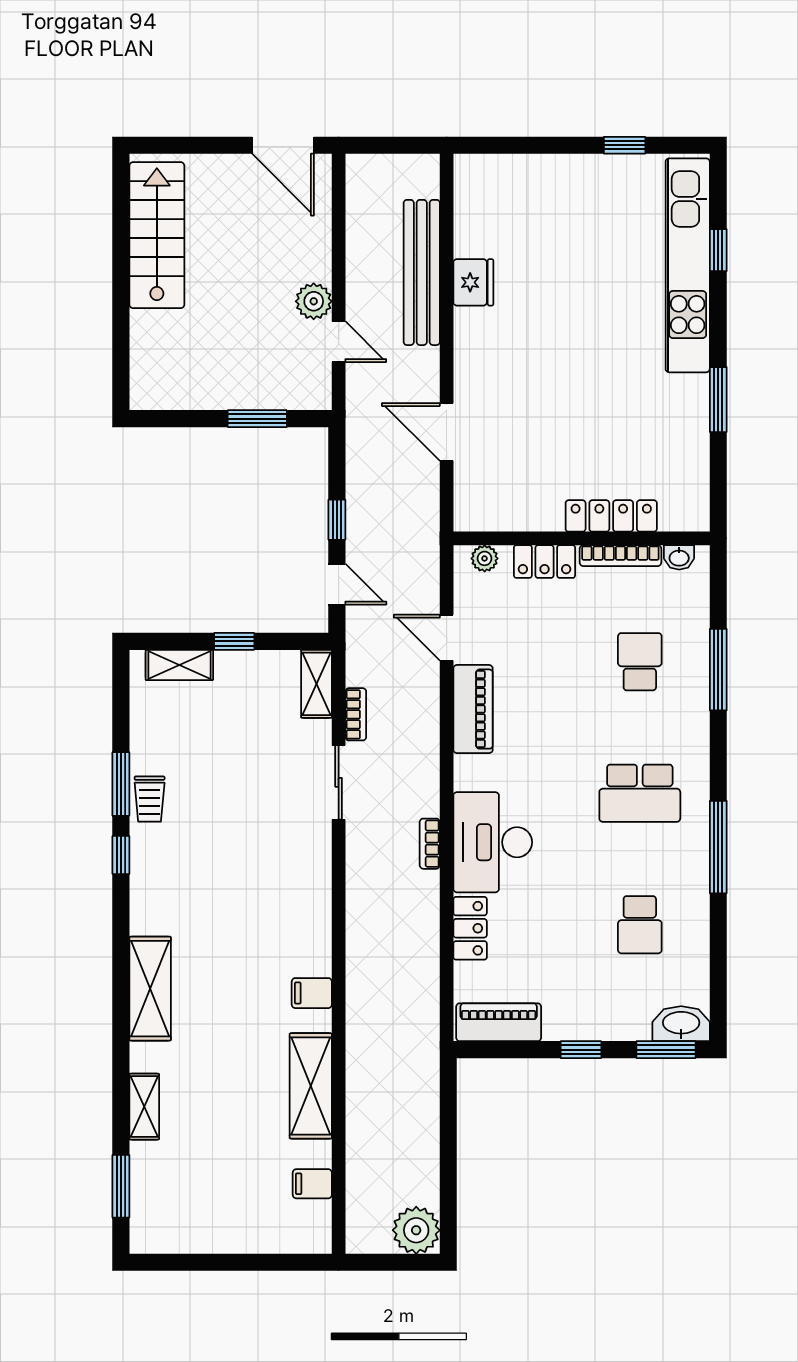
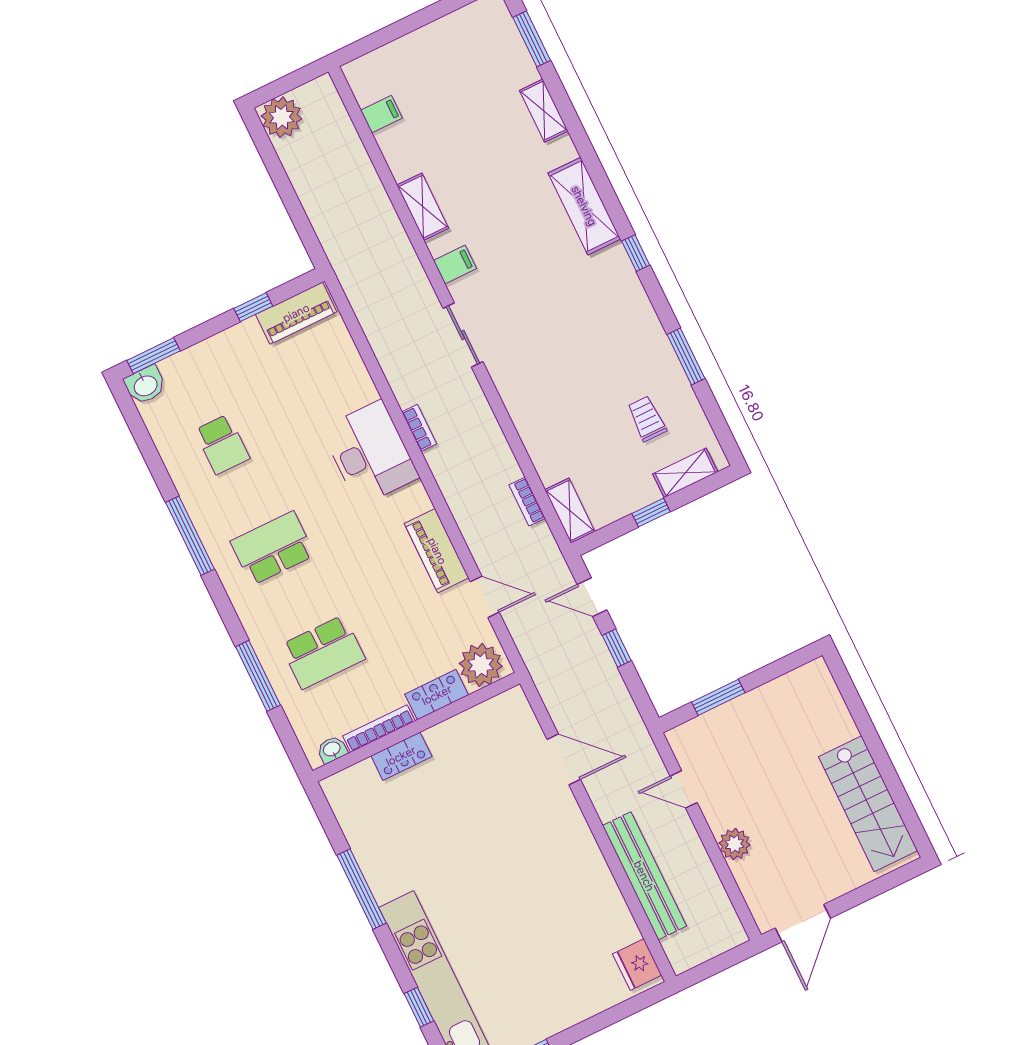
door: (283, 145) -> (803, 923), swing flipped
fridge: (473, 282) -> (637, 965), moved
plant: (314, 301) -> (734, 844), moved
window: (718, 400) -> (362, 889), width x1.44
locker: (611, 516) -> (401, 756), width x0.66
plant: (485, 558) -> (481, 665), width x1.87, depth x1.87
school desk: (640, 662) -> (323, 652), width x1.85
sliding door: (339, 782) -> (463, 335), moved
trolley: (150, 799) -> (647, 419), moved
window: (121, 855) -> (636, 253), moved
school desk: (640, 925) -> (222, 444), turned 180
locker: (470, 928) -> (355, 376), removed
washbasin: (681, 1024) -> (145, 385), width x0.72
window: (581, 1050) -> (253, 307), moved
shelving: (311, 1086) -> (423, 207), width x0.67, depth x0.75

